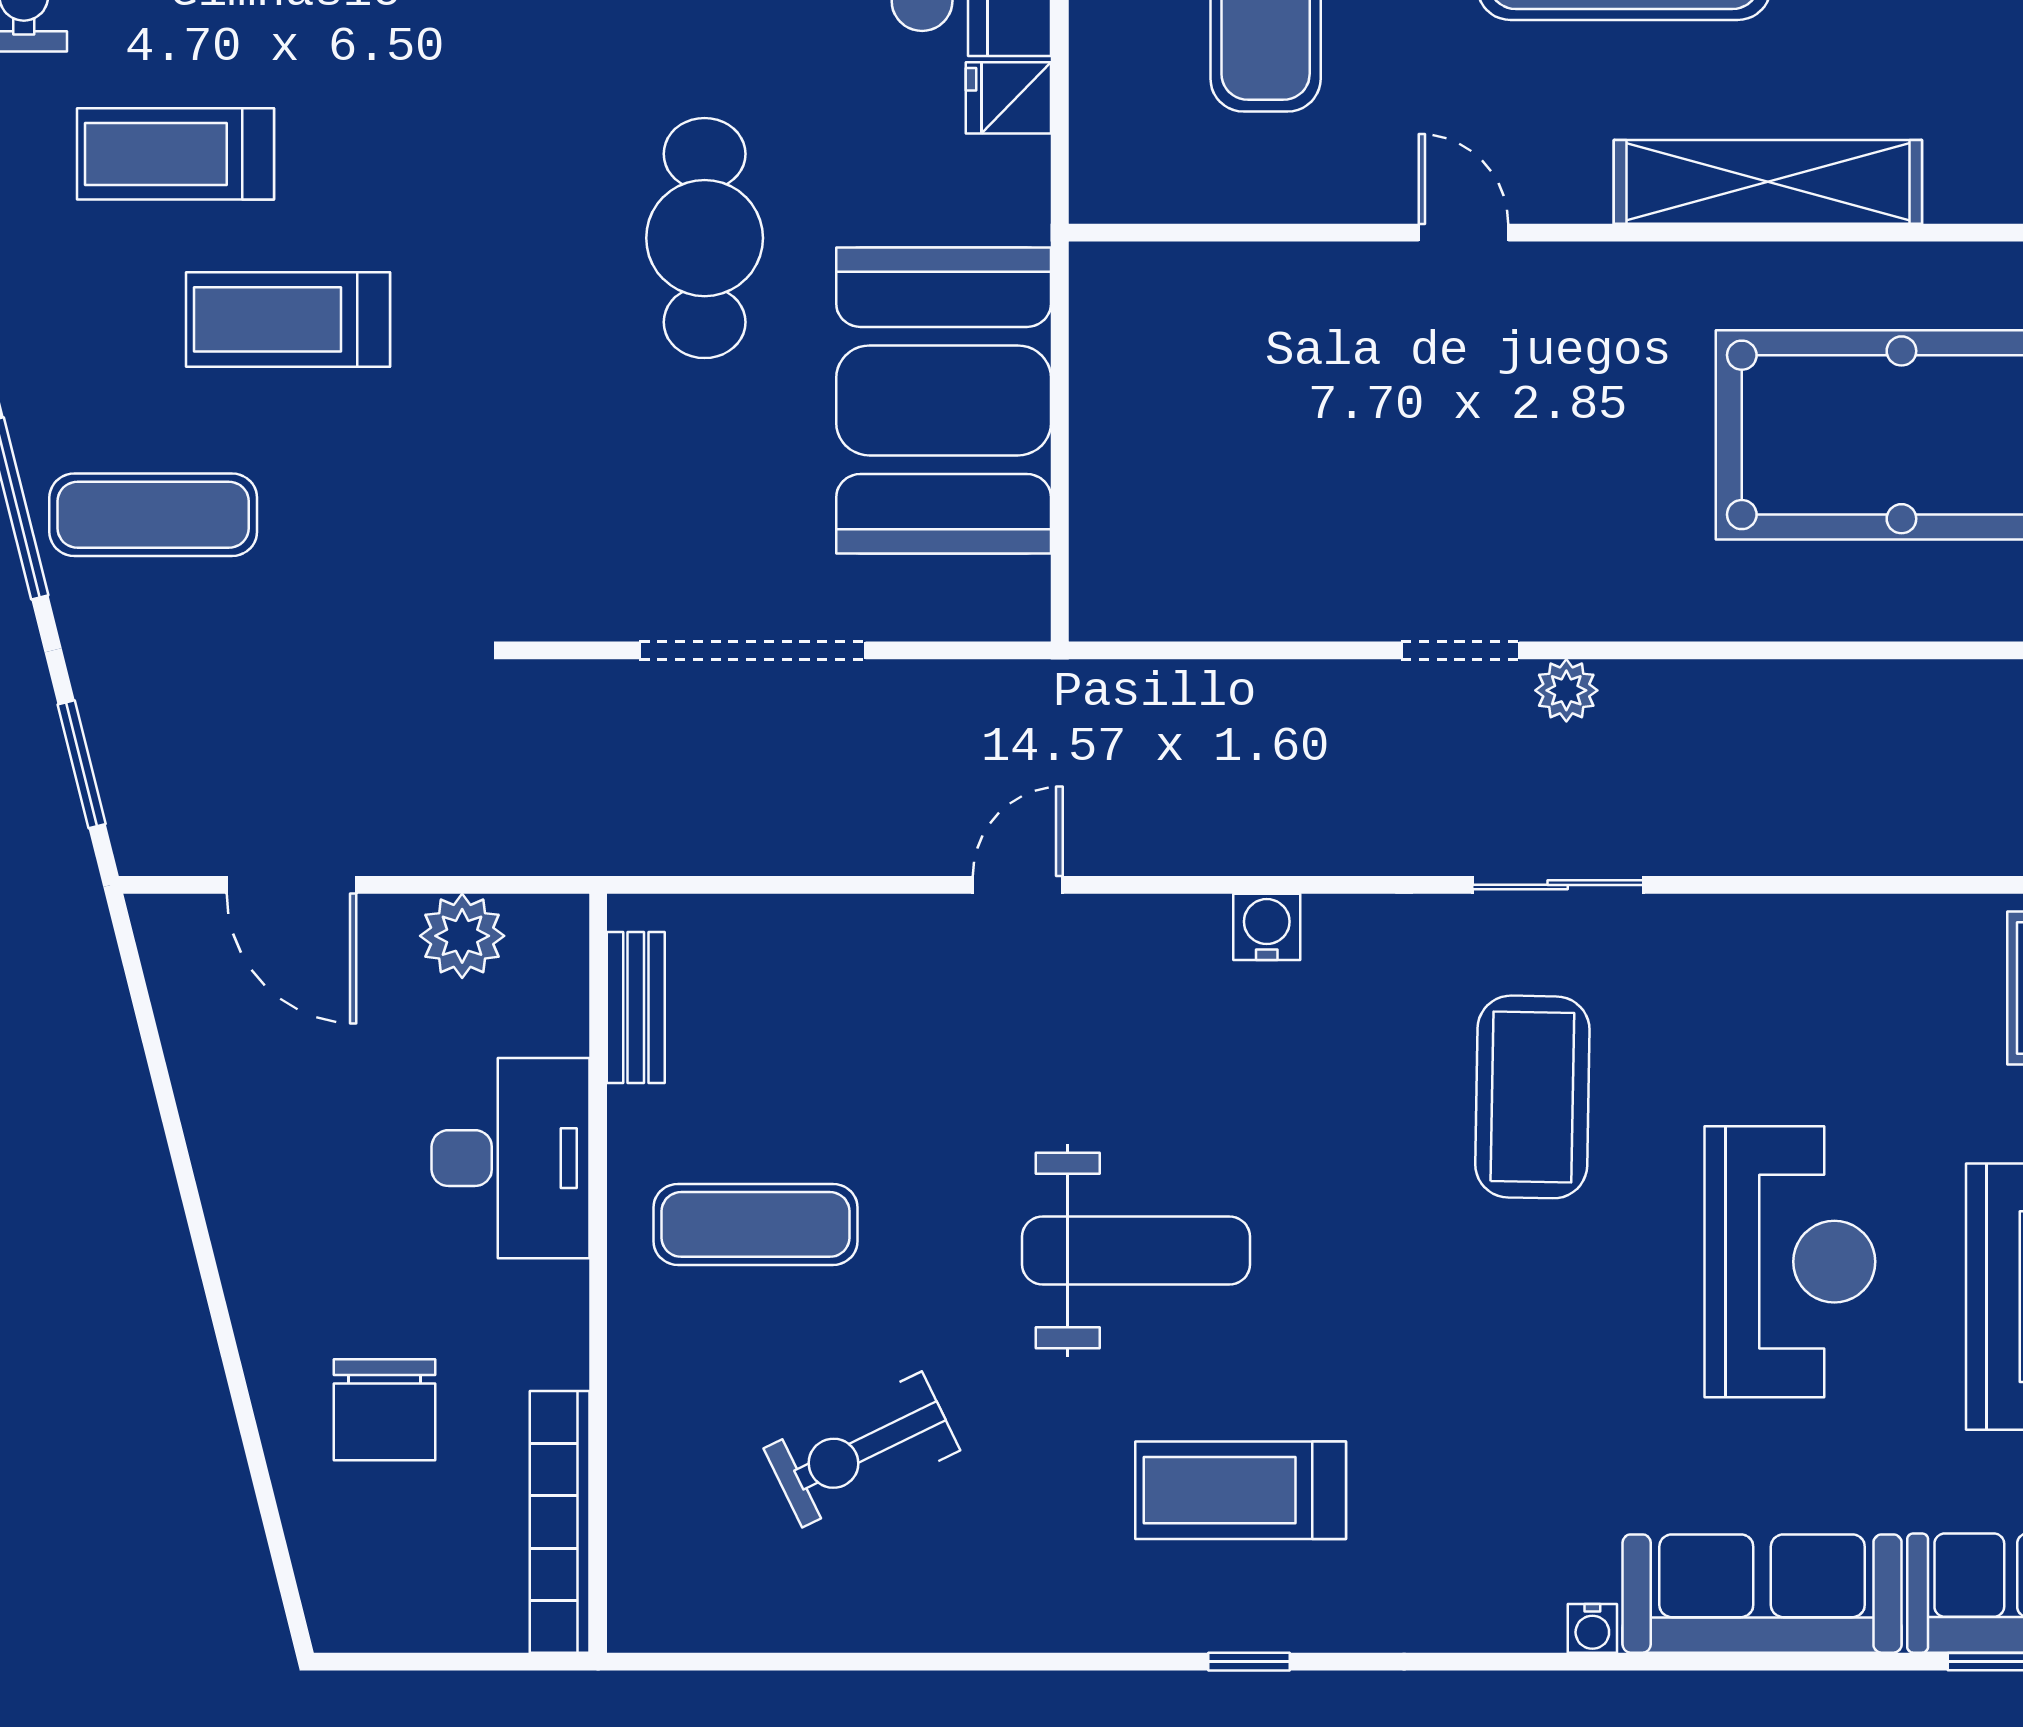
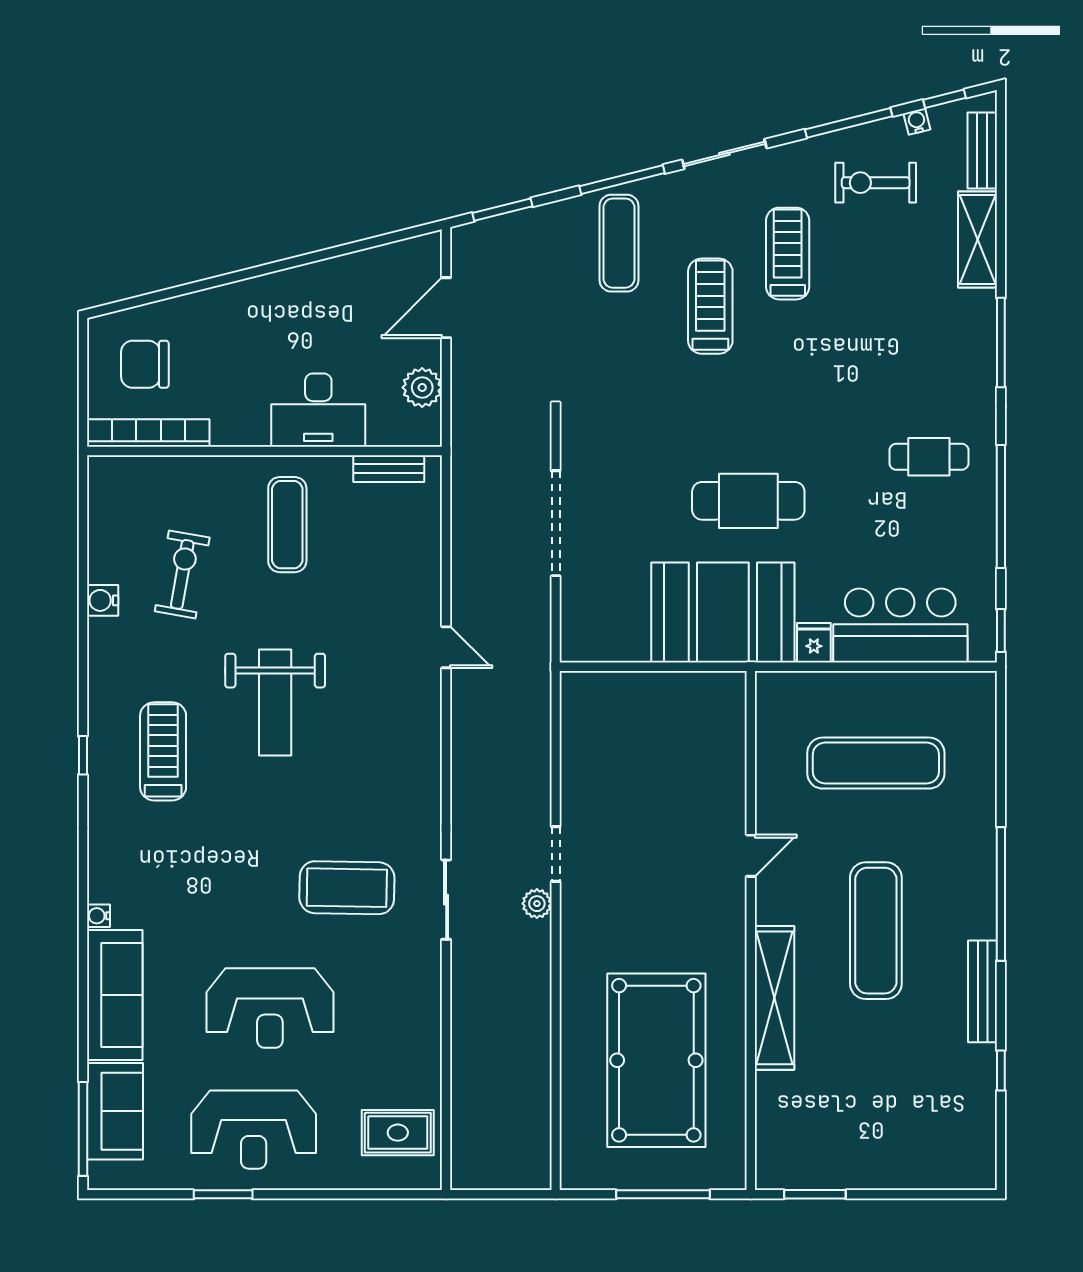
booth: (944, 400) -> (723, 613), moved
water cooler: (1267, 927) -> (103, 600), moved, turned 180
chair: (385, 1410) -> (145, 364), moved
exercise bike: (862, 1449) -> (182, 574), turned 36

